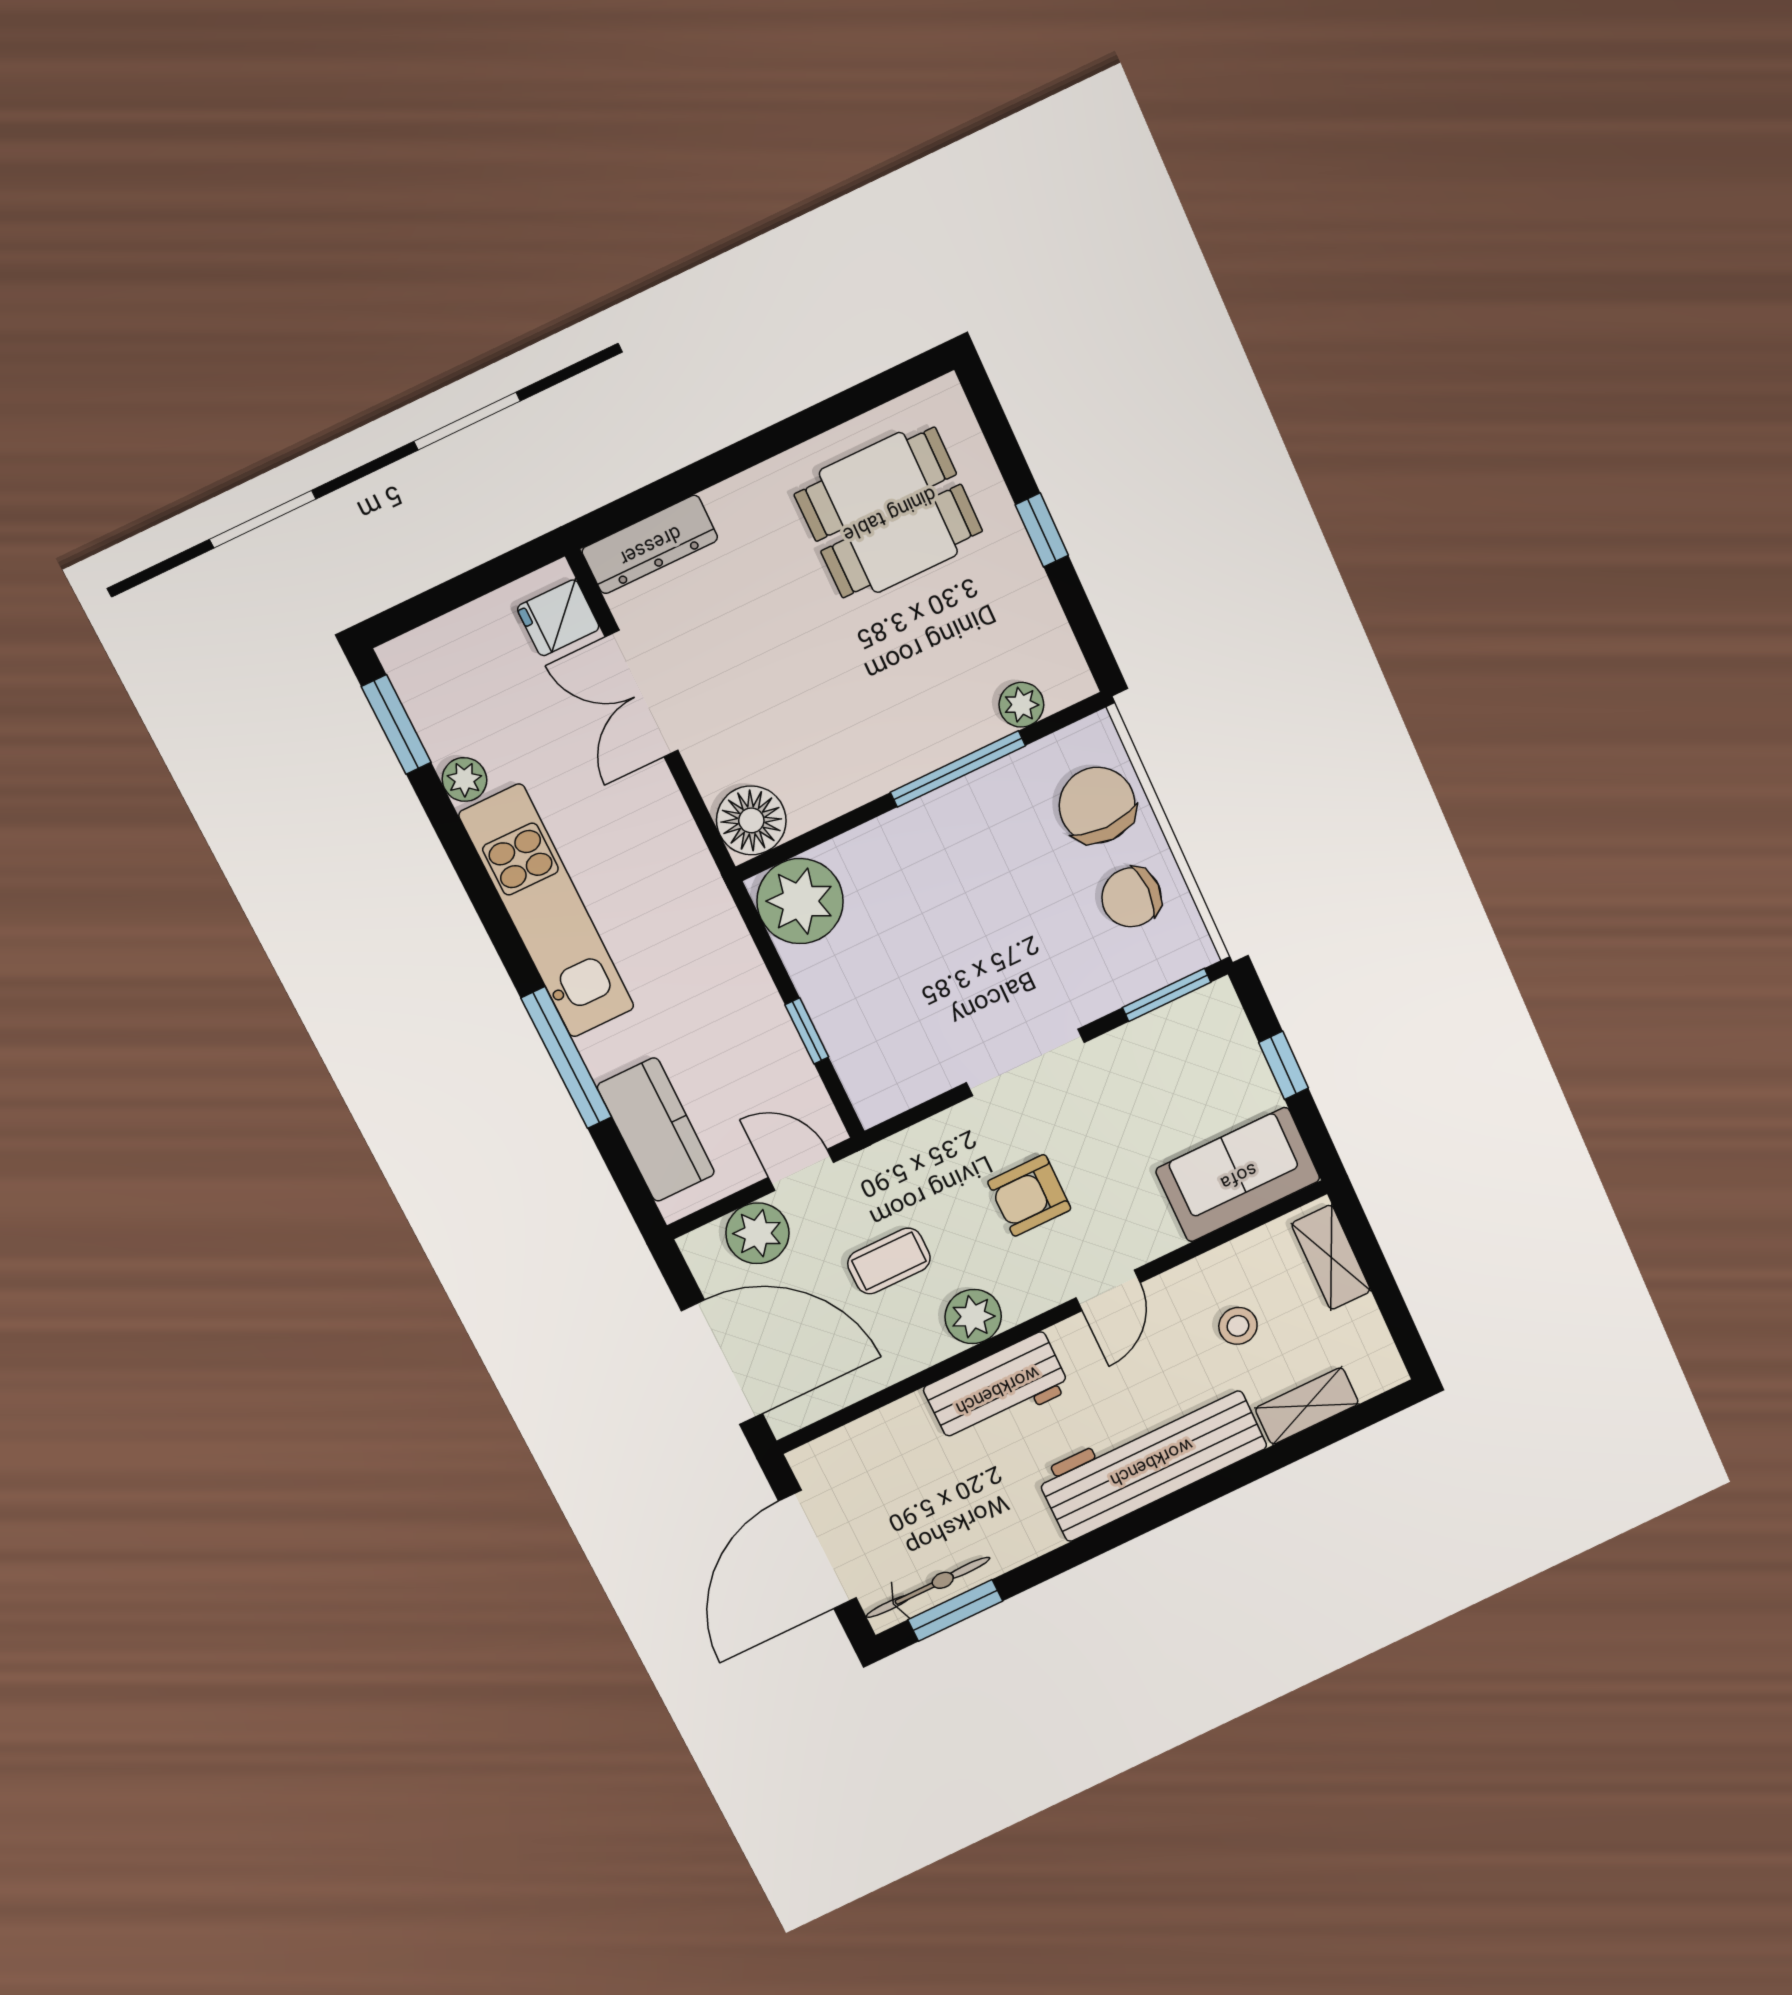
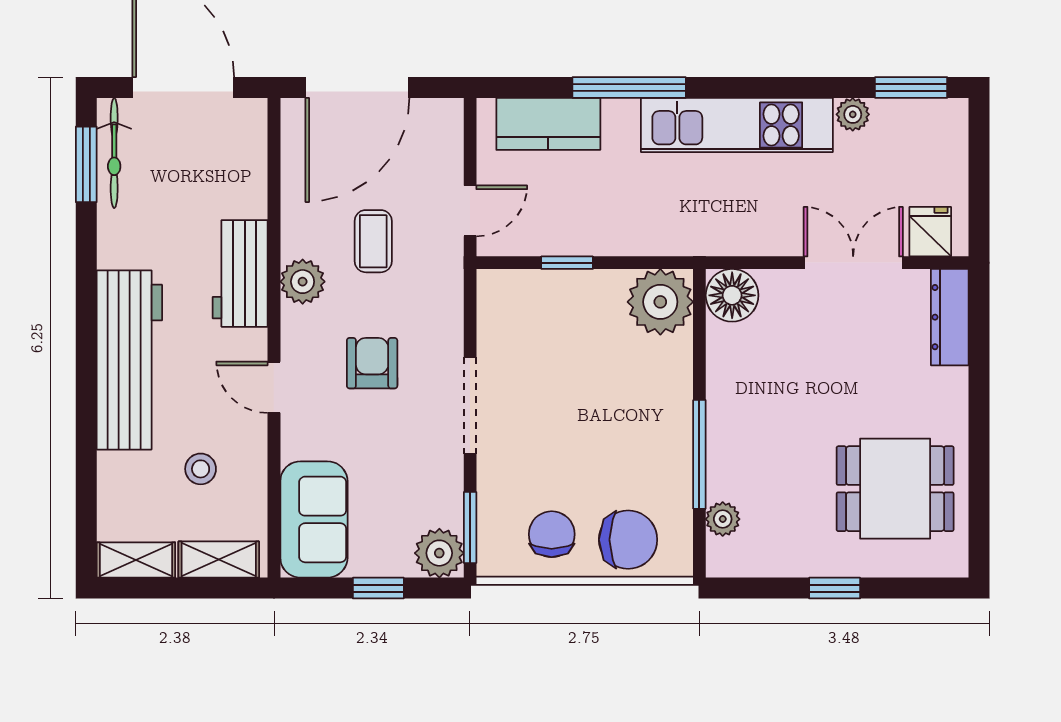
dining table: (889, 513) -> (895, 489), turned 90
plant: (757, 1233) -> (439, 553), moved
shelving: (1307, 1406) -> (136, 560), moved, turned 90

